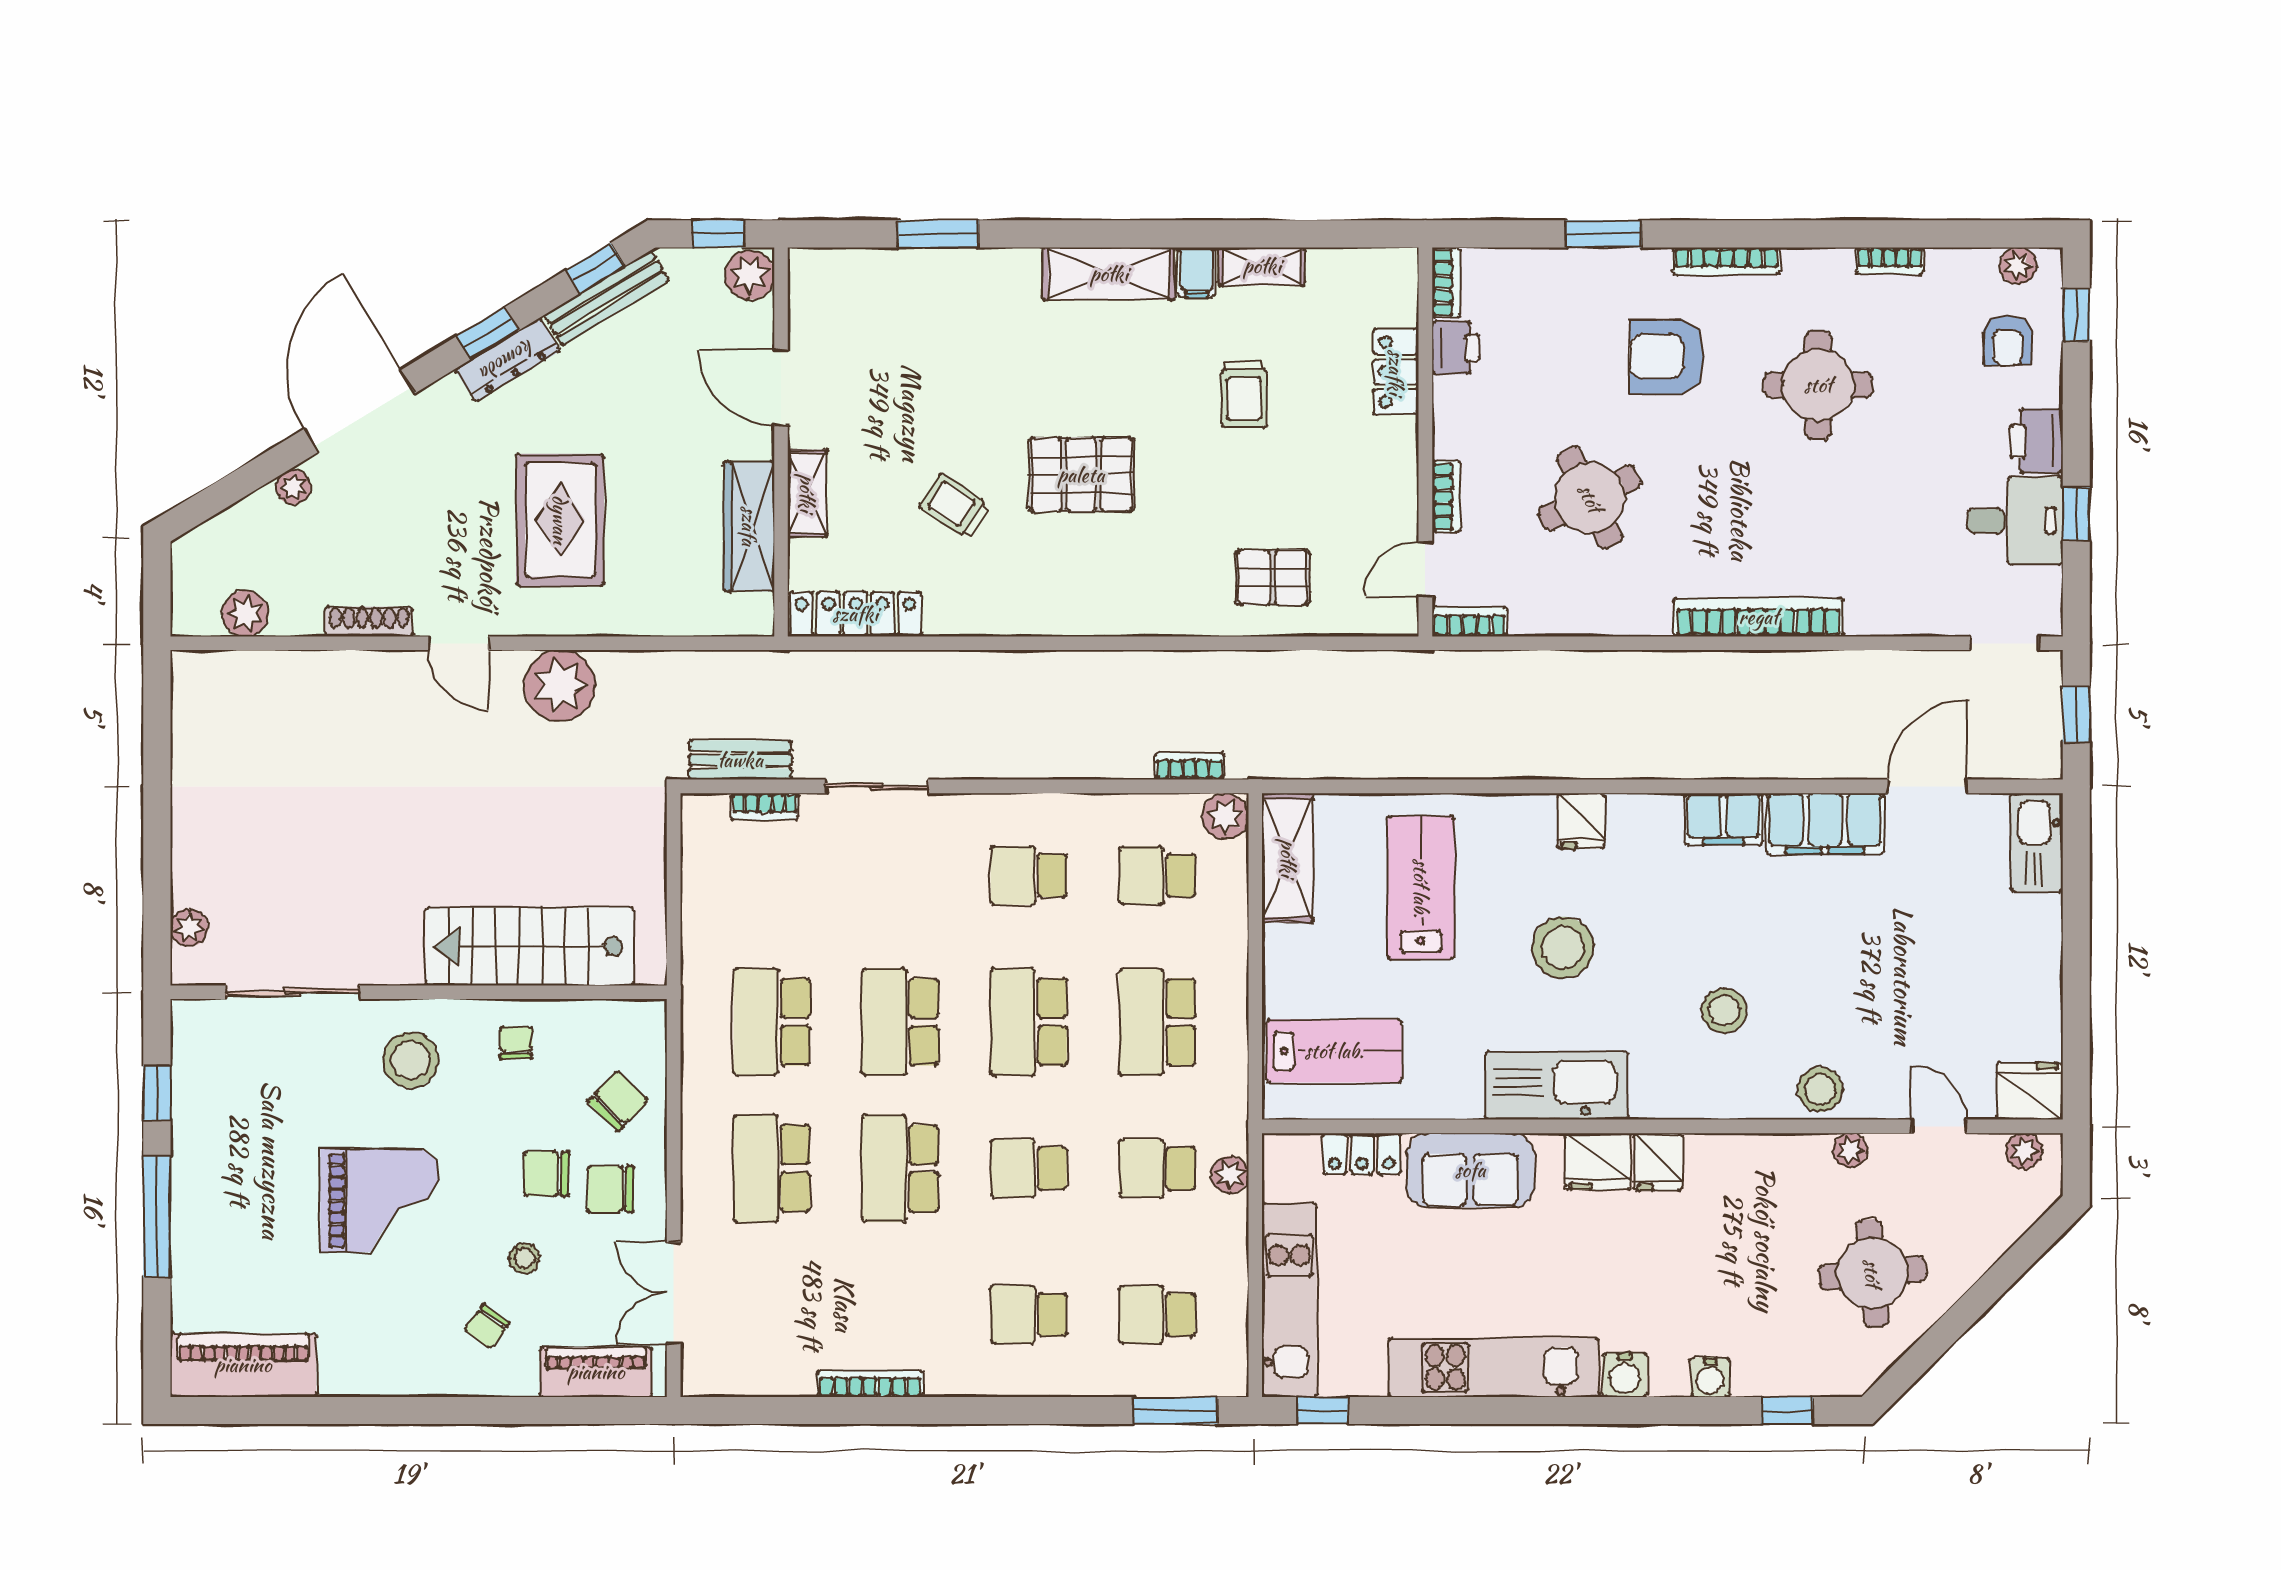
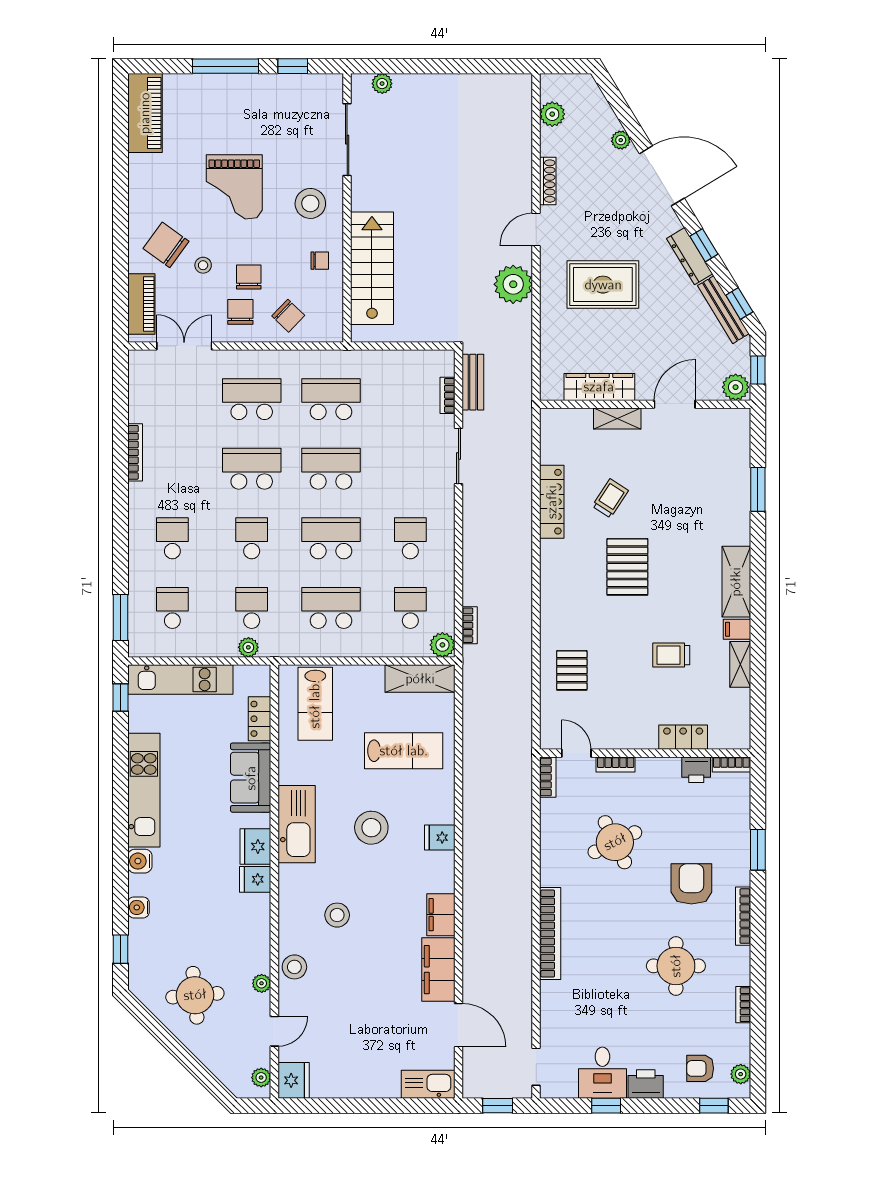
locker: (855, 614) -> (552, 502), moved
chair: (487, 1327) -> (166, 245), width x1.87, depth x1.87

